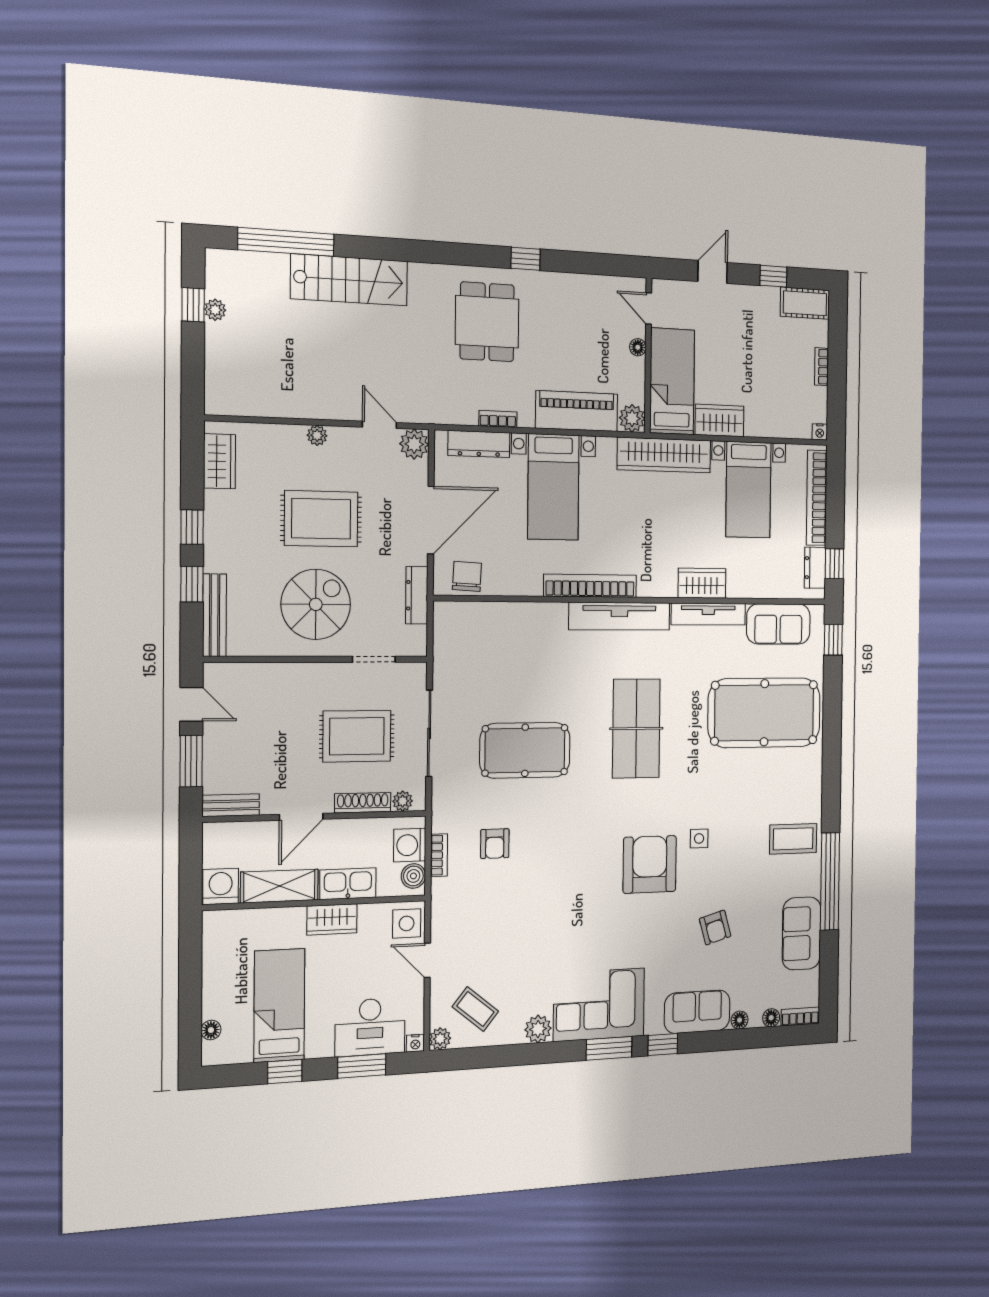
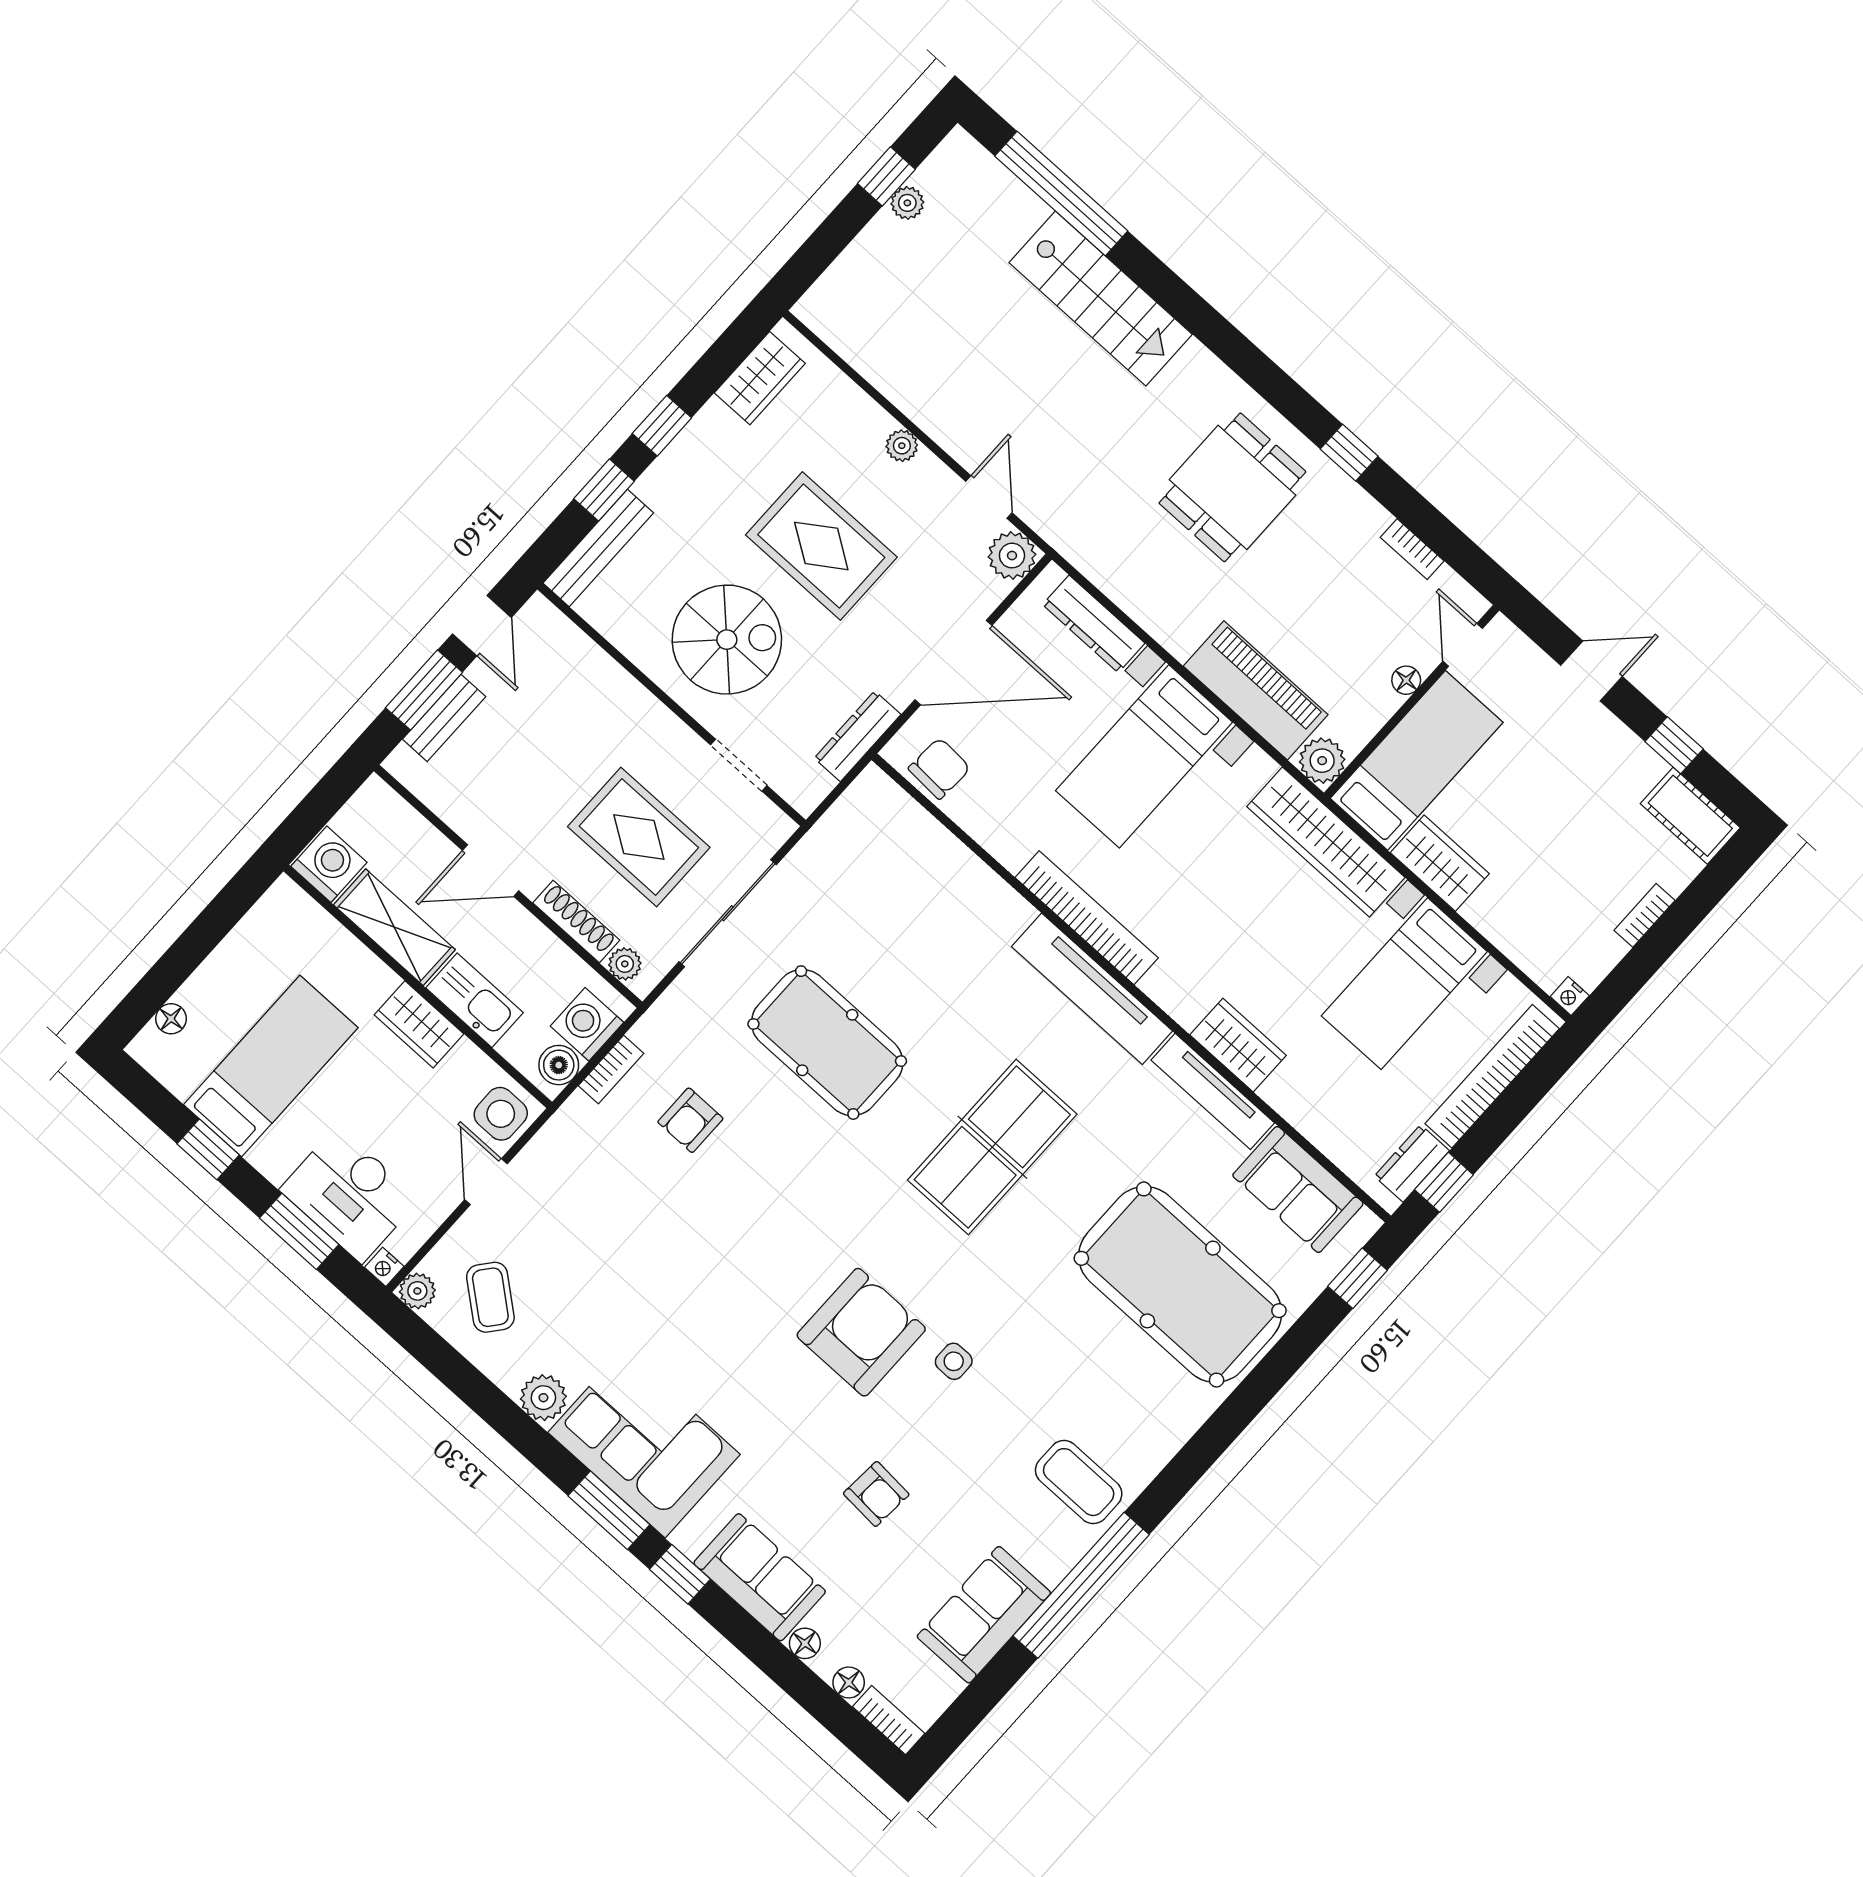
bookcase: (498, 419) -> (1412, 549), moved, turned 180
bench: (231, 805) -> (444, 718), moved, turned 90
armchair: (715, 927) -> (876, 1494), turned -70

